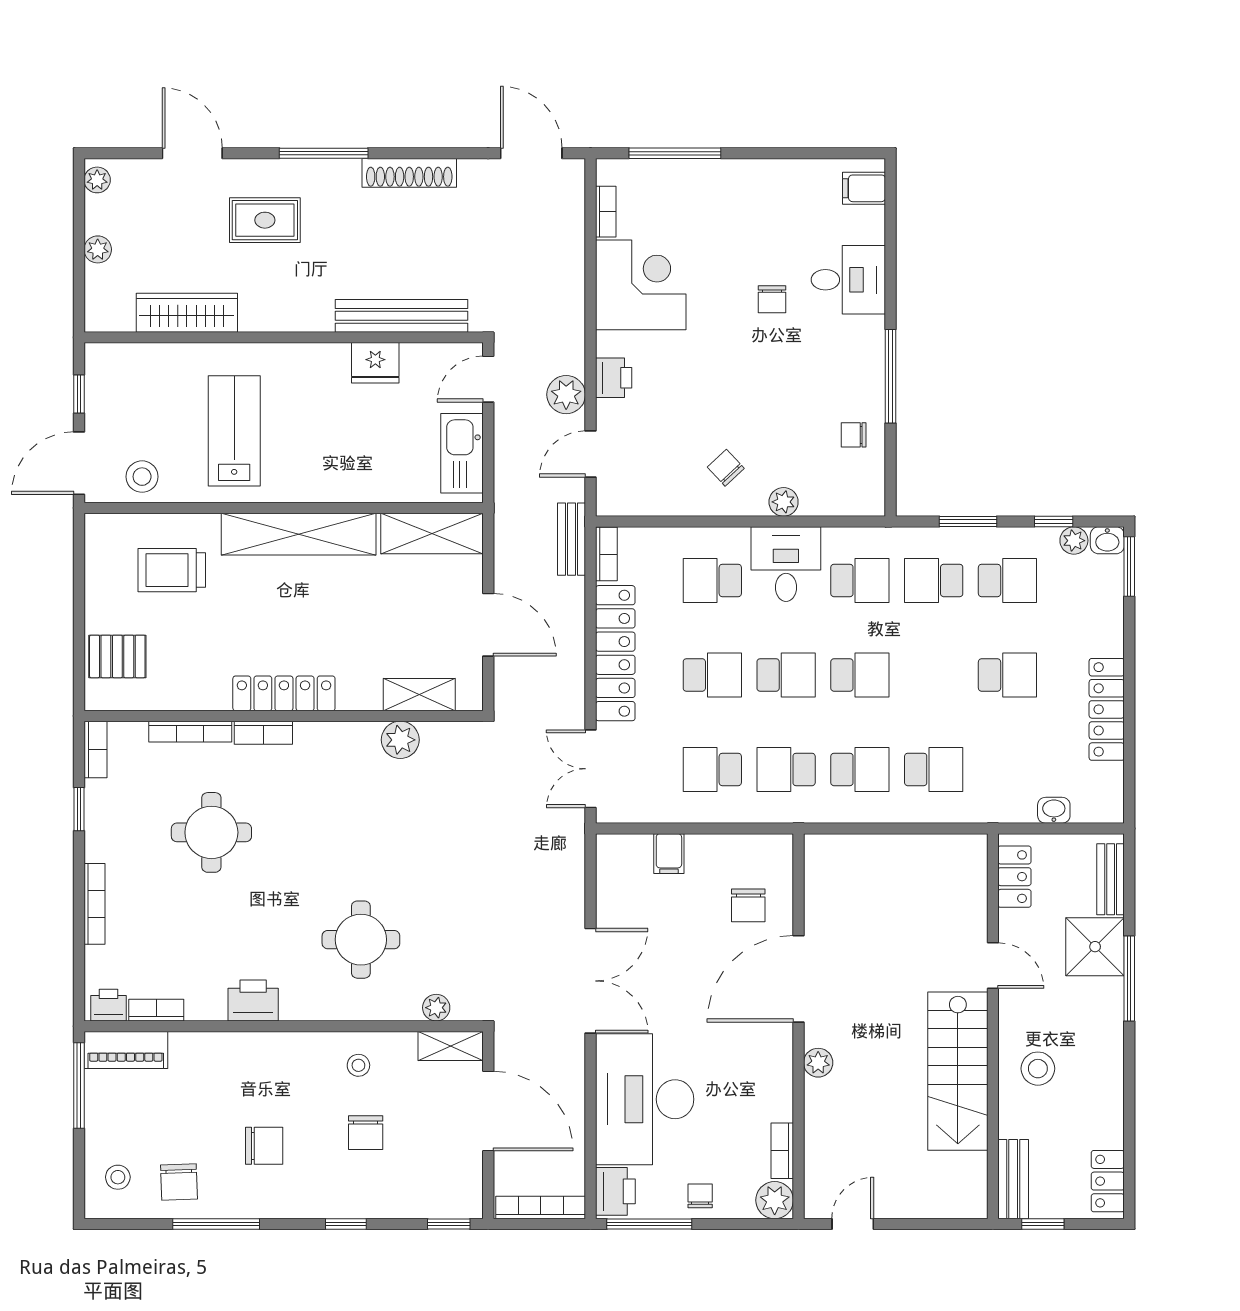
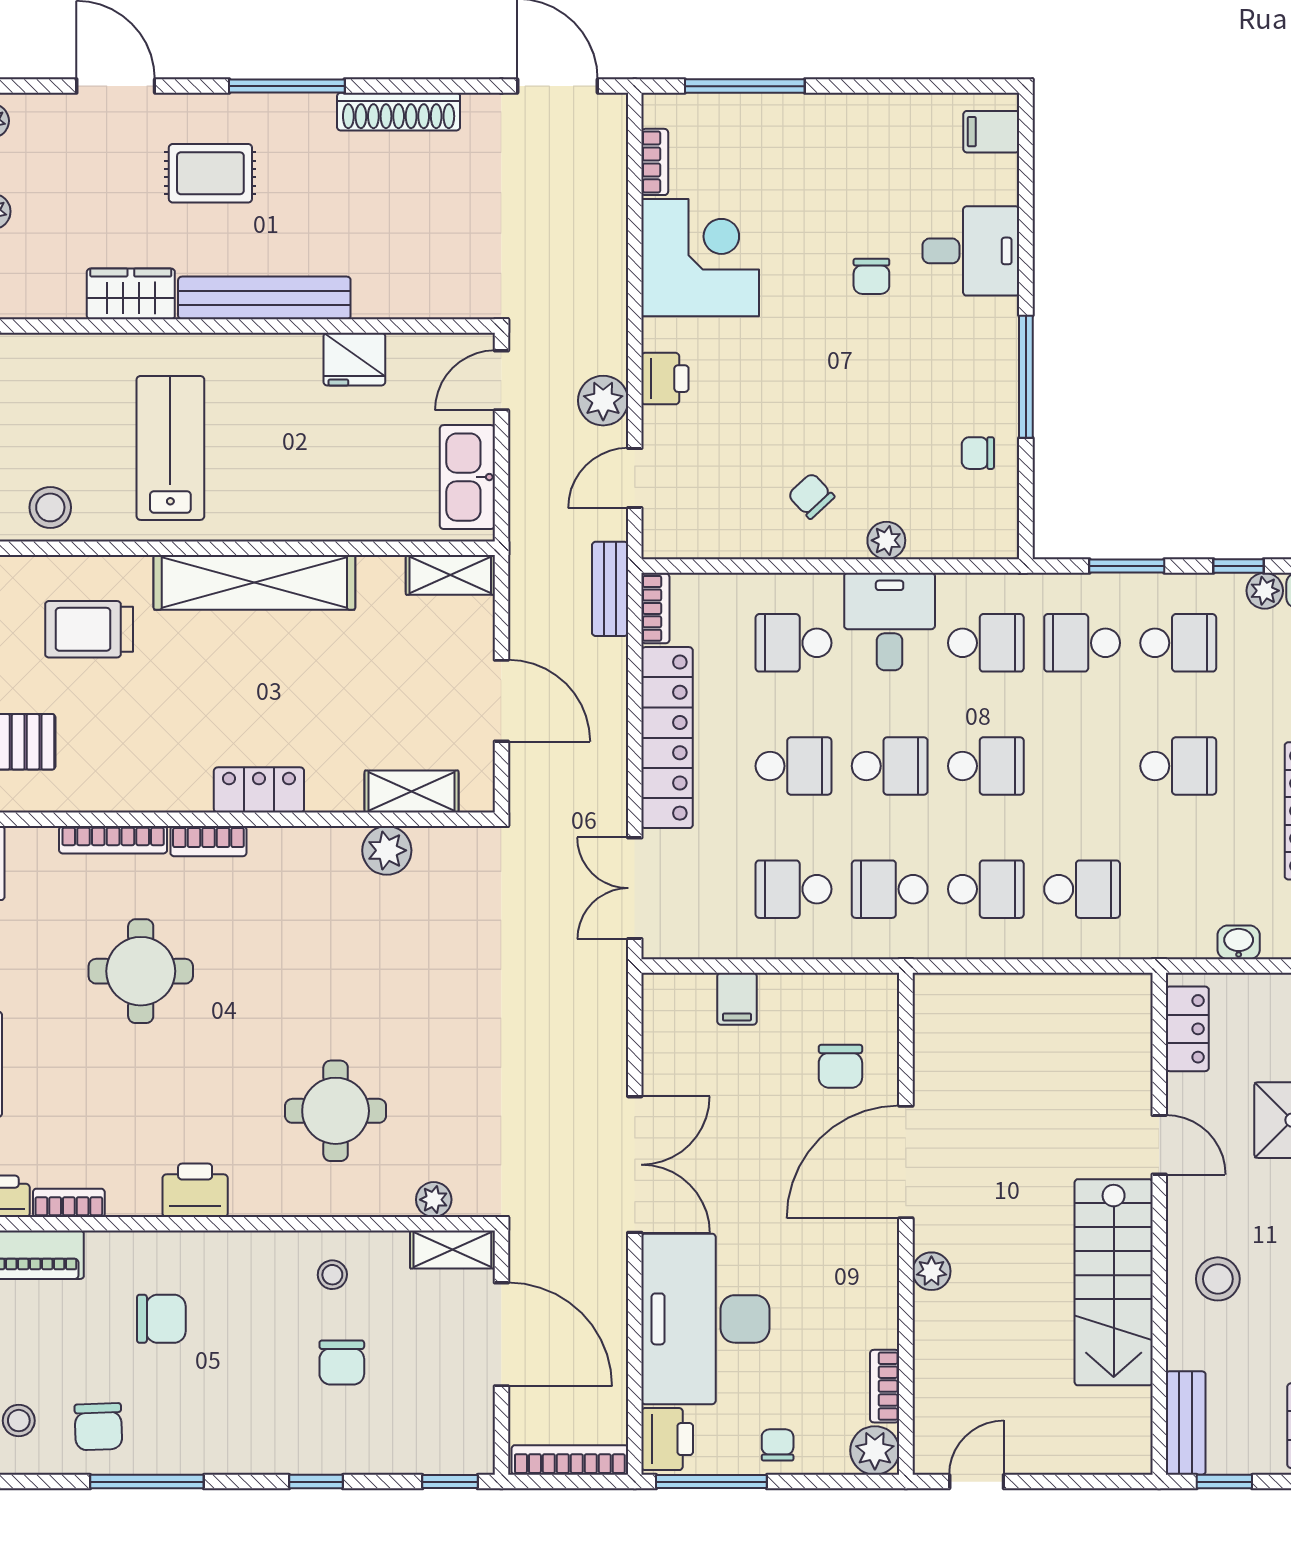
wardrobe: (187, 313) -> (131, 294), width x0.67
bench: (402, 316) -> (264, 298), moved
shelving: (432, 533) -> (450, 575), width x0.67, depth x0.75
locker: (284, 693) -> (259, 790), width x0.66
chair: (264, 1146) -> (161, 1319), moved

